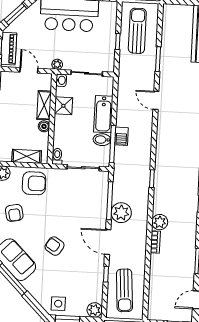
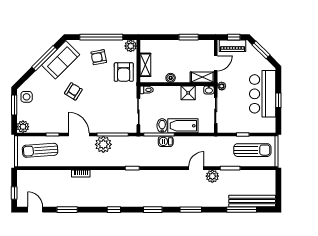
shelving: (44, 105) -> (202, 77), moved
plant: (160, 222) -> (212, 176), moved
door: (108, 242) -> (79, 135), hinge flipped

